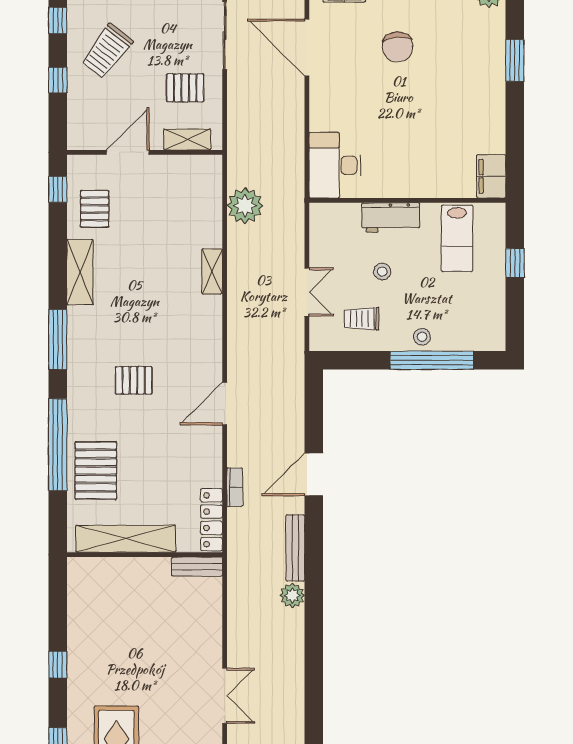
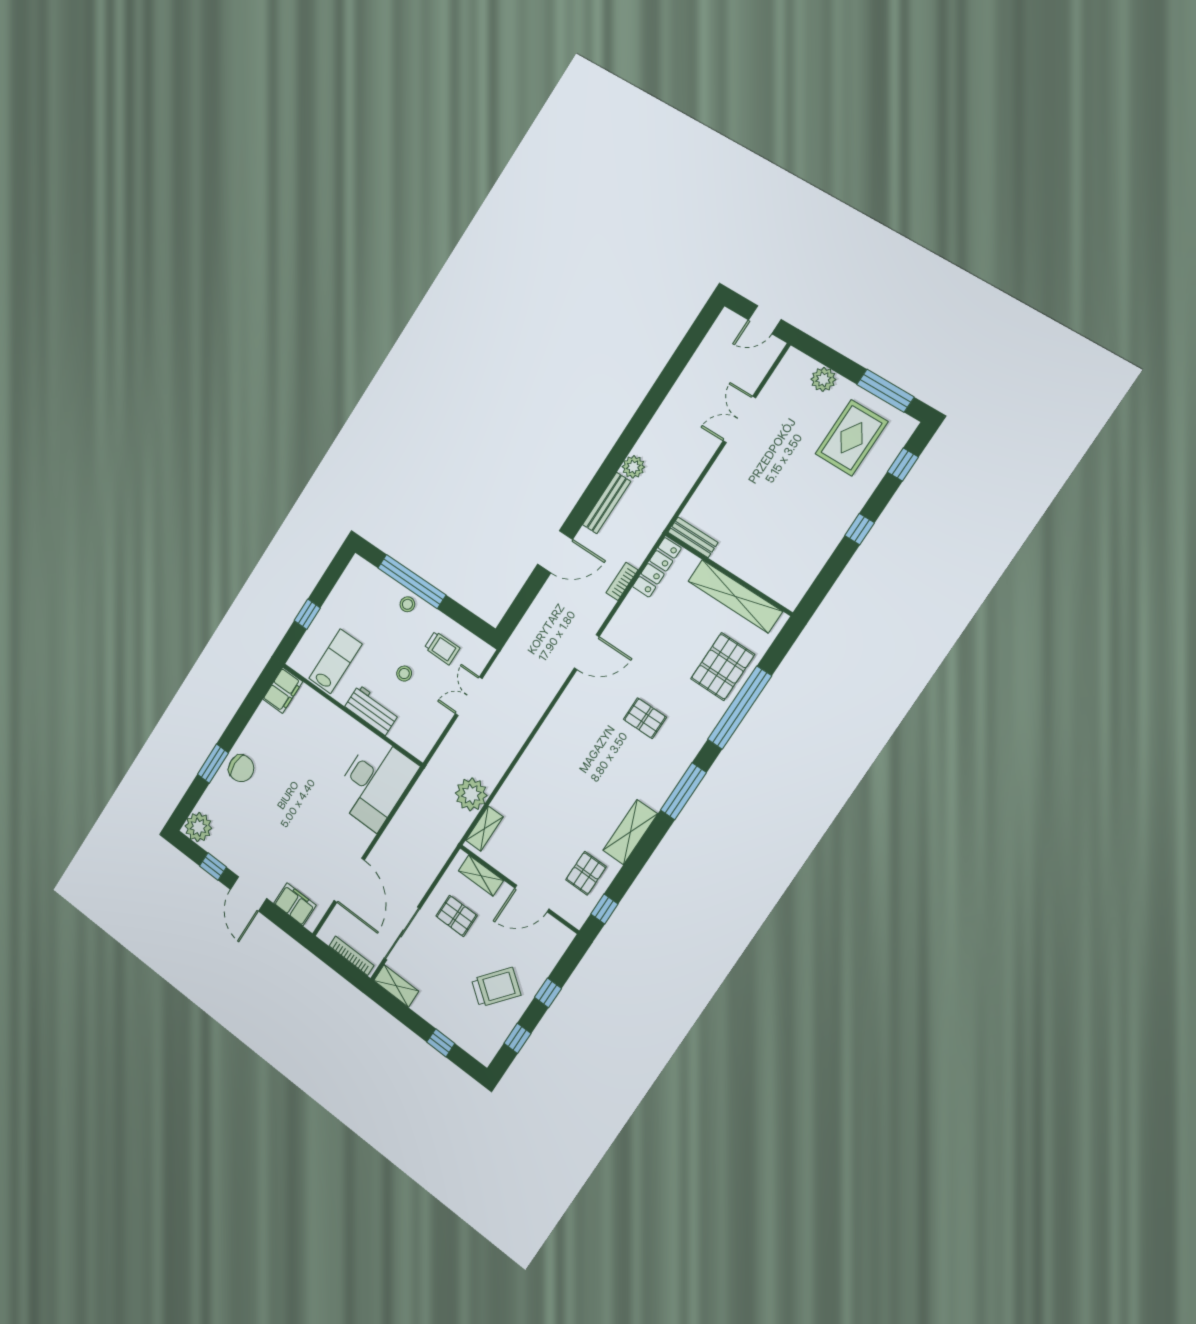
chair: (398, 47) -> (241, 768), moved, turned 93
desk: (335, 165) -> (375, 783), width x1.36, depth x1.30
shelving: (212, 271) -> (484, 829), moved

